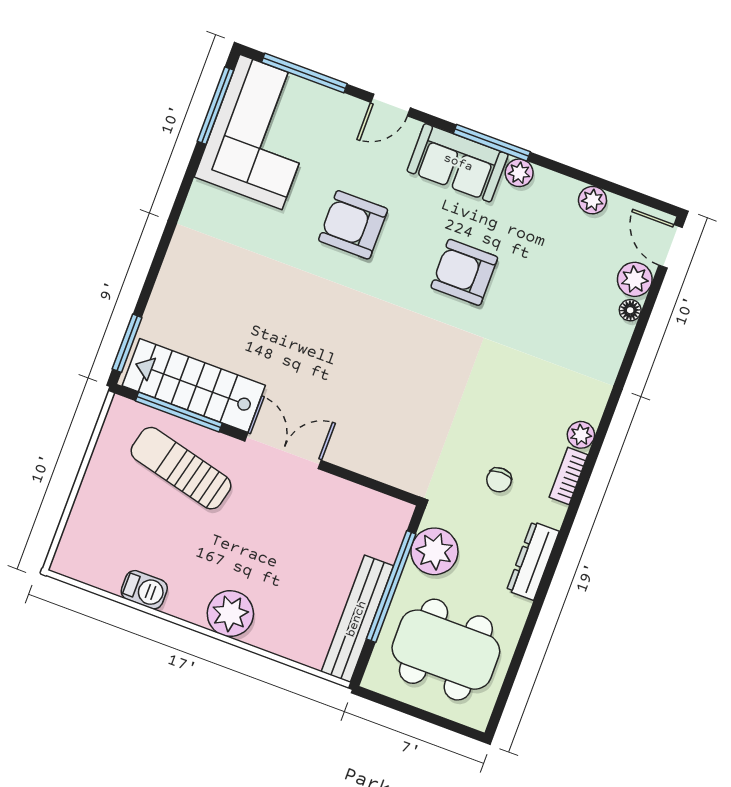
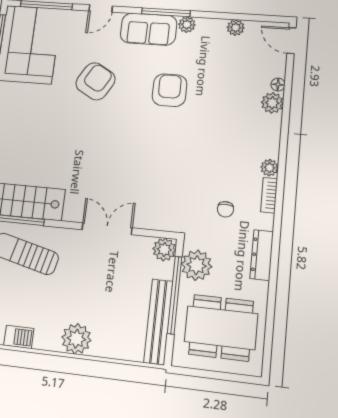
armchair: (353, 225) -> (95, 81), turned 120
armchair: (464, 272) -> (169, 90), turned 90
plant: (635, 279) -> (272, 103), moved
double door: (283, 451) -> (107, 229), moved
plant: (393, 516) -> (164, 249), added

